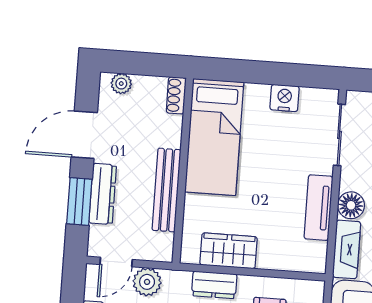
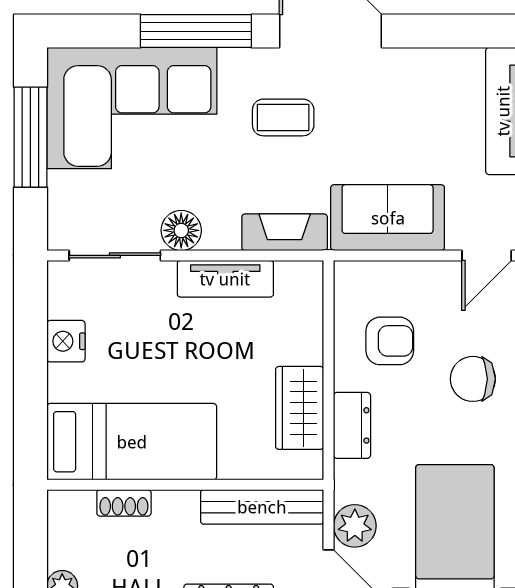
shoe rack: (176, 95) -> (124, 503), moved
bench: (167, 190) -> (262, 507), moved
floor lamp: (351, 205) -> (181, 230), moved

